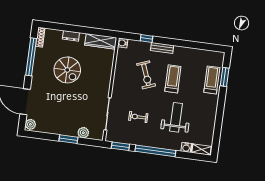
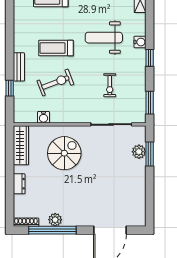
water cooler: (123, 43) -> (44, 117), moved
spiral stairs: (67, 70) -> (64, 153), moved
plant: (30, 124) -> (55, 220), moved
window: (68, 139) -> (150, 154), moved
water cooler: (186, 147) -> (140, 42), moved
window: (155, 151) -> (150, 58), width x0.32

